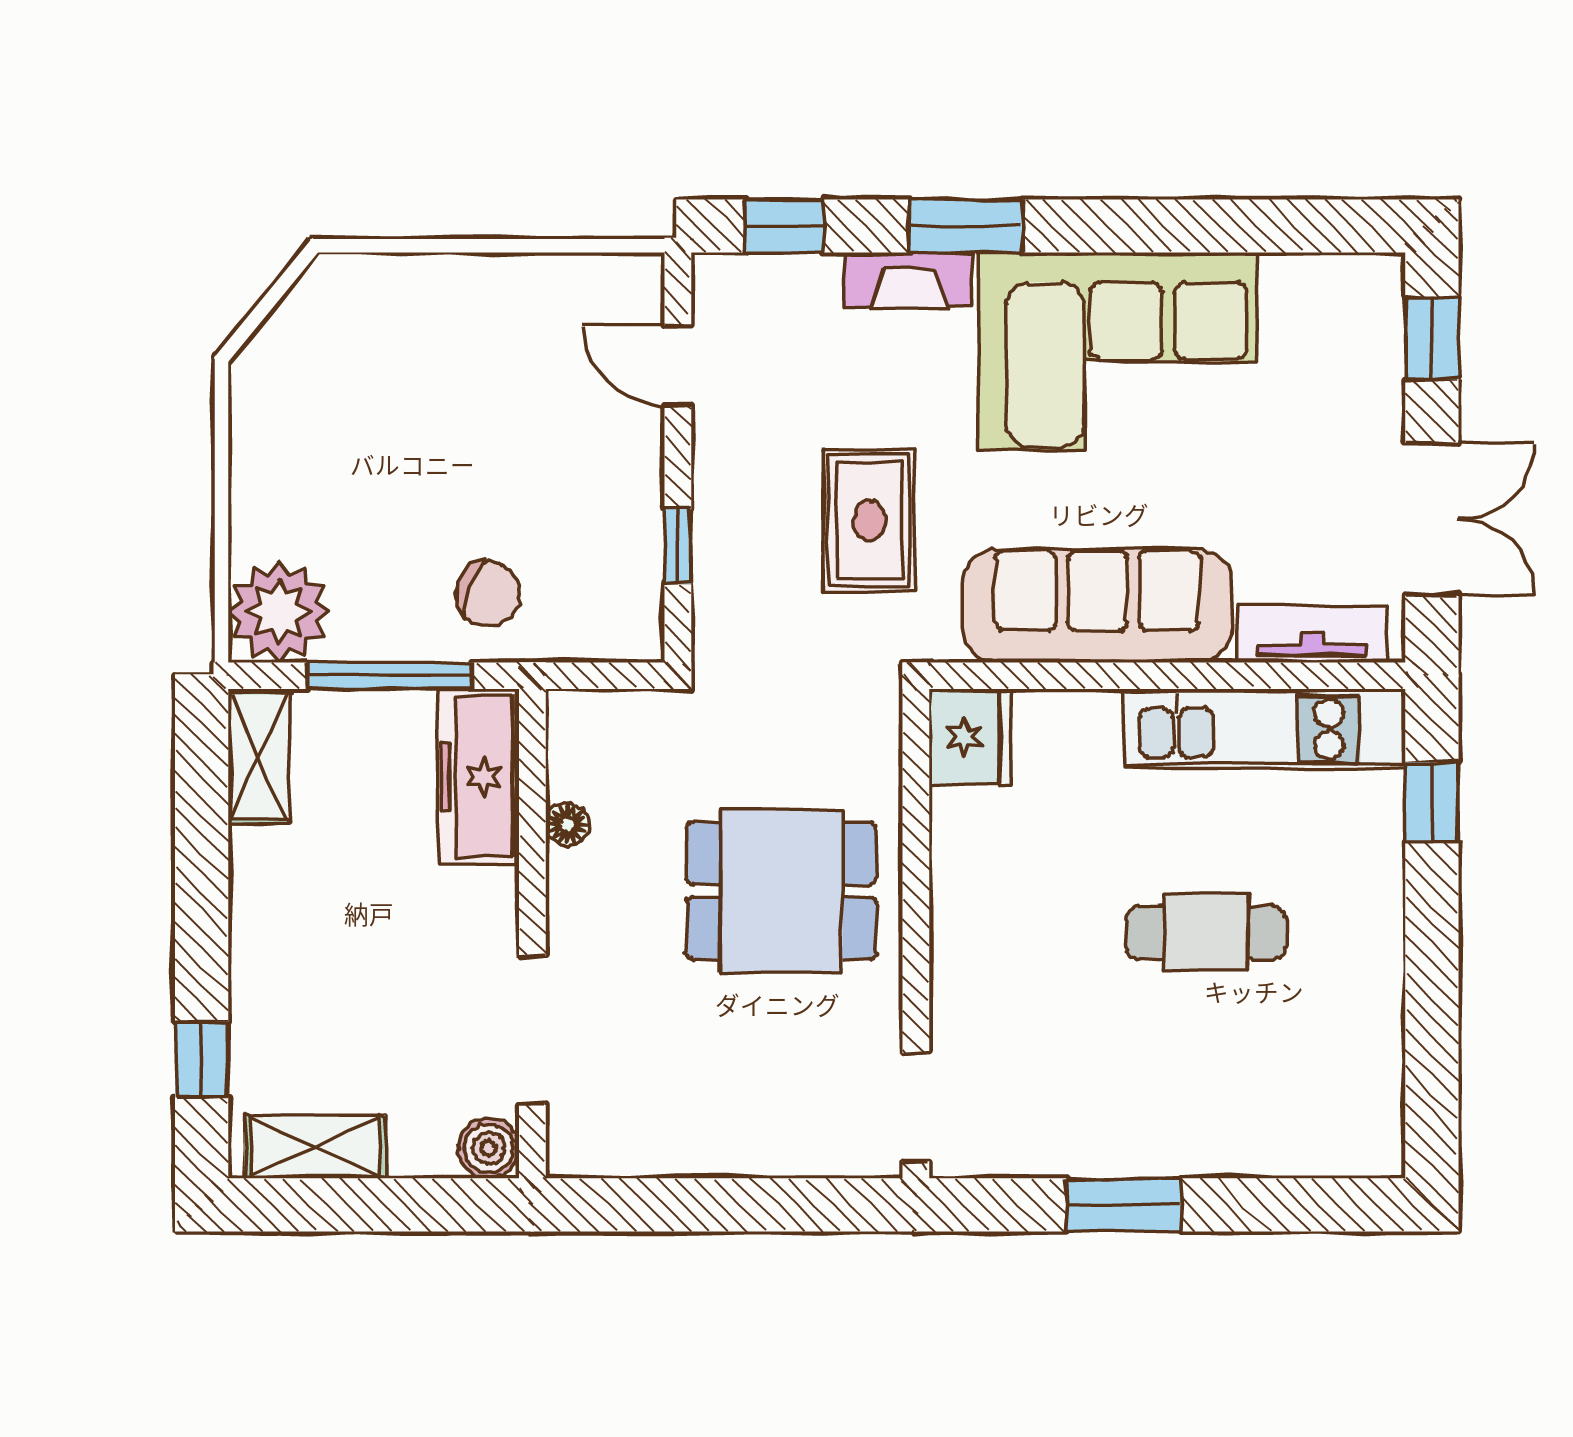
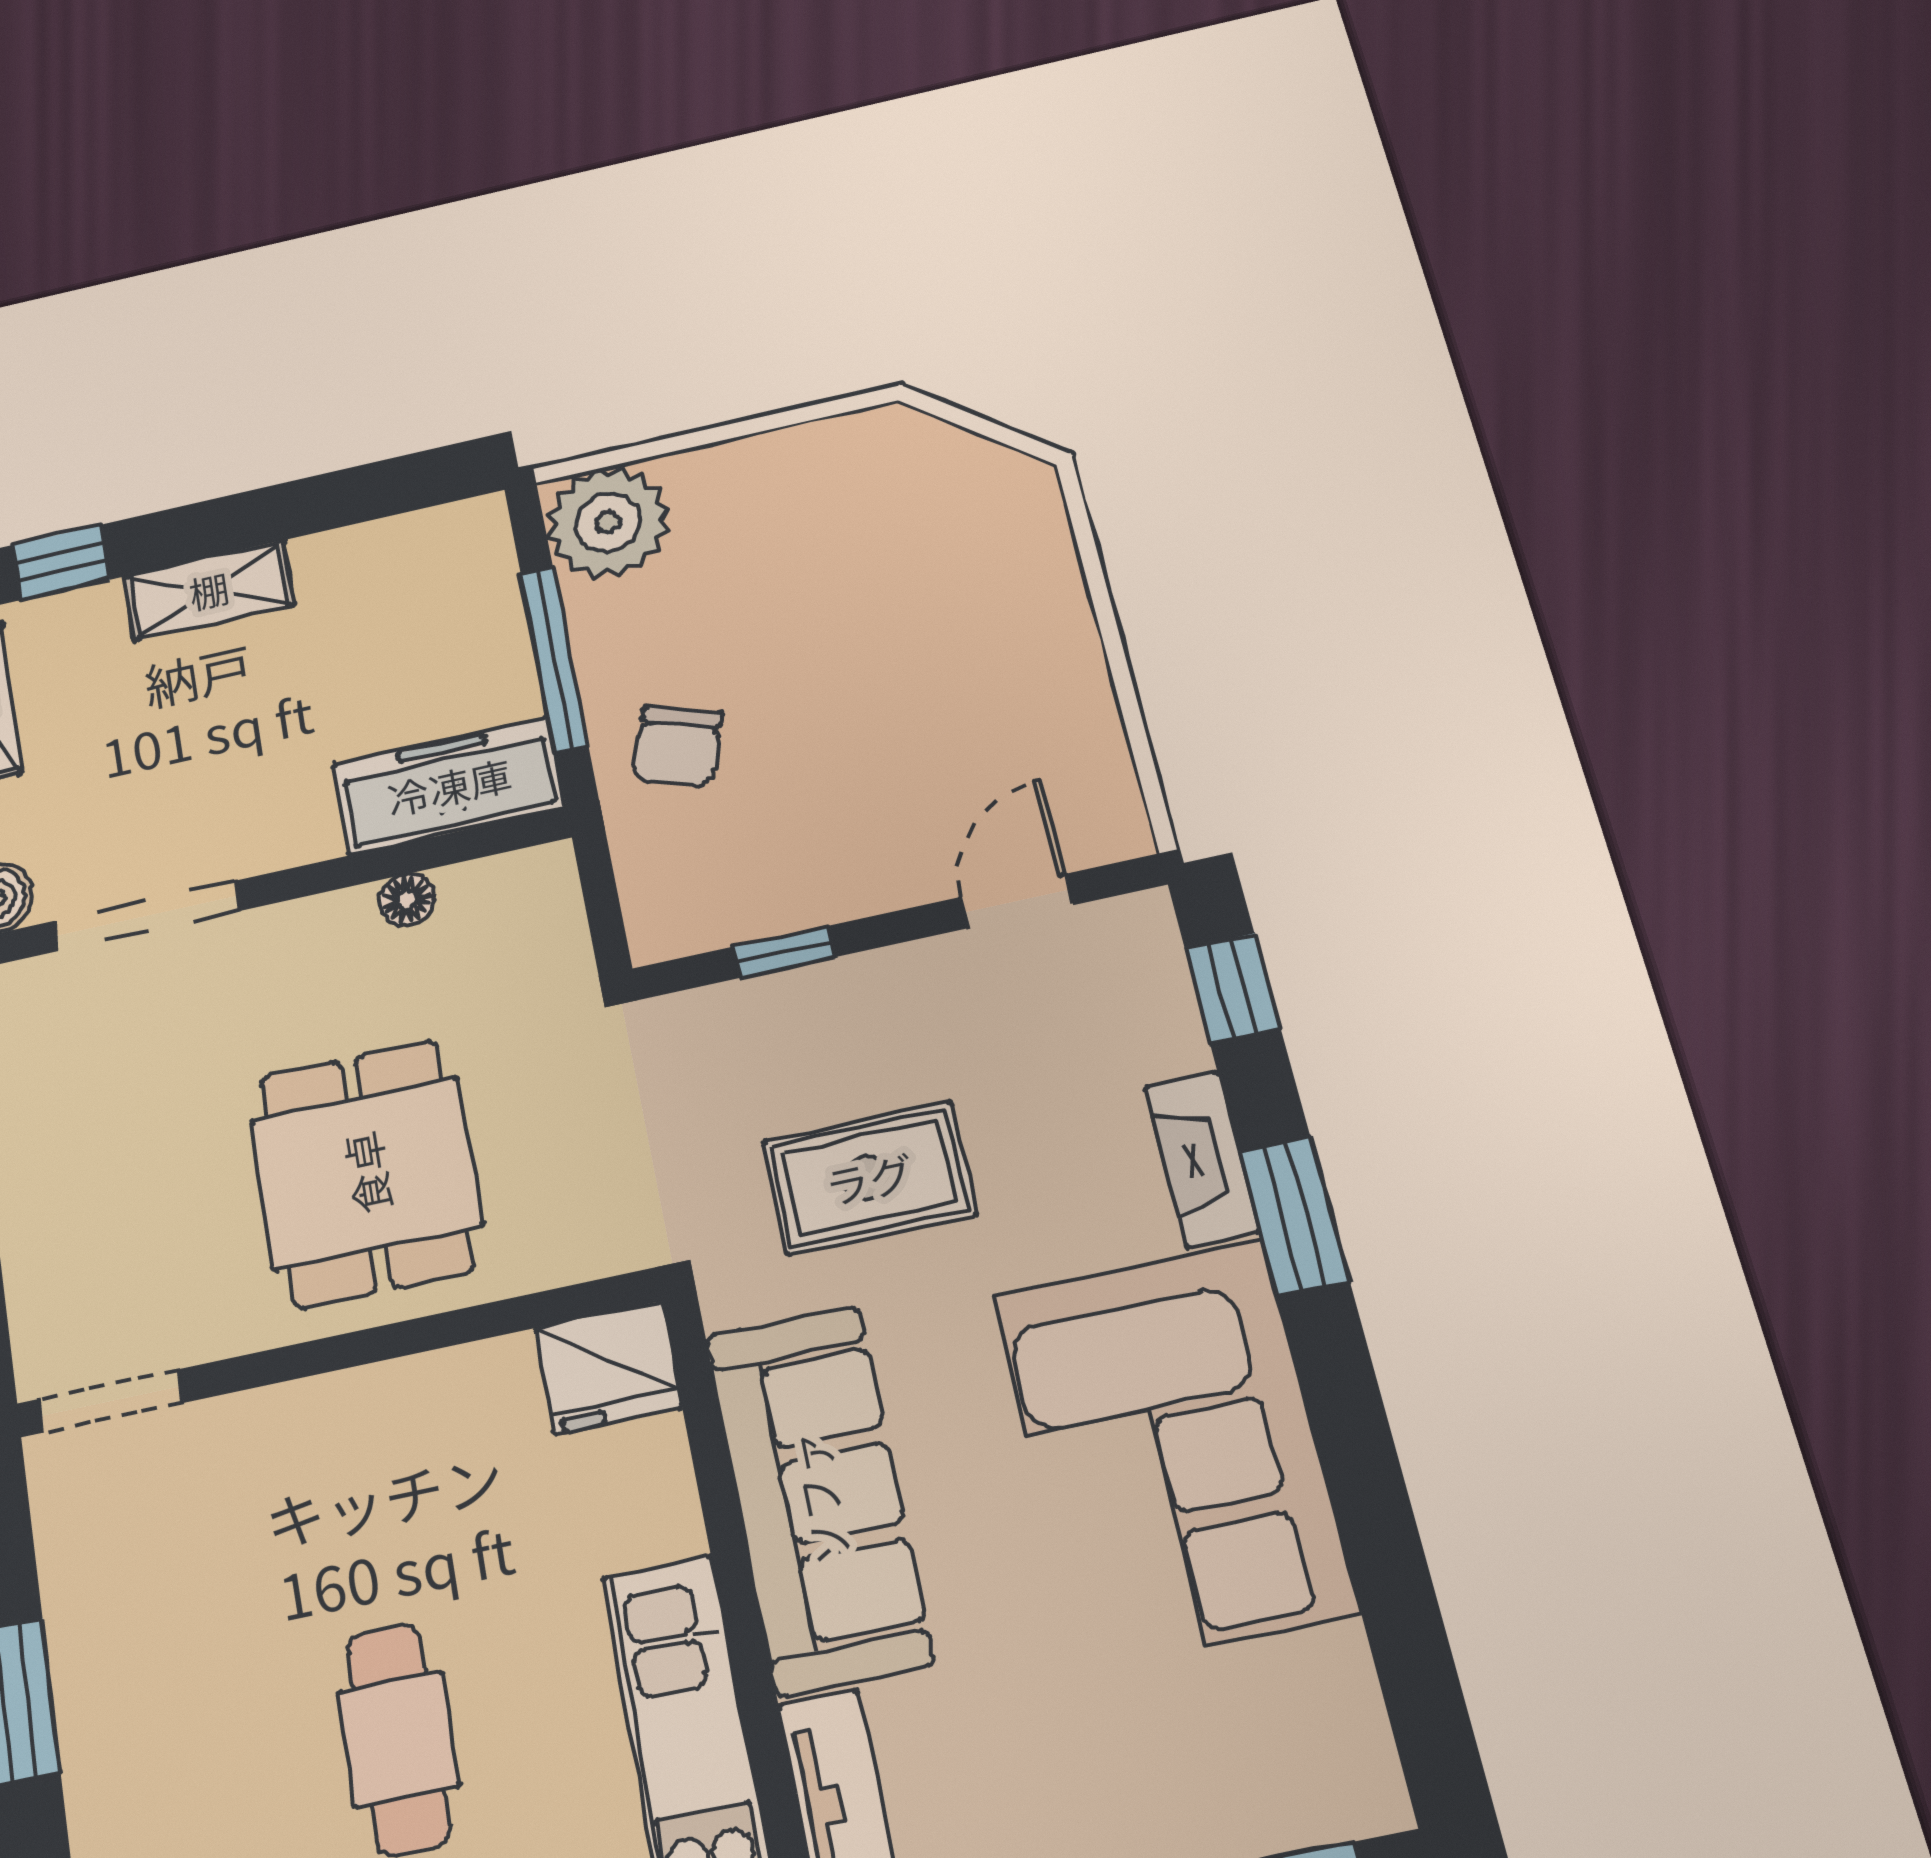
shelving: (258, 756) -> (209, 590), moved

